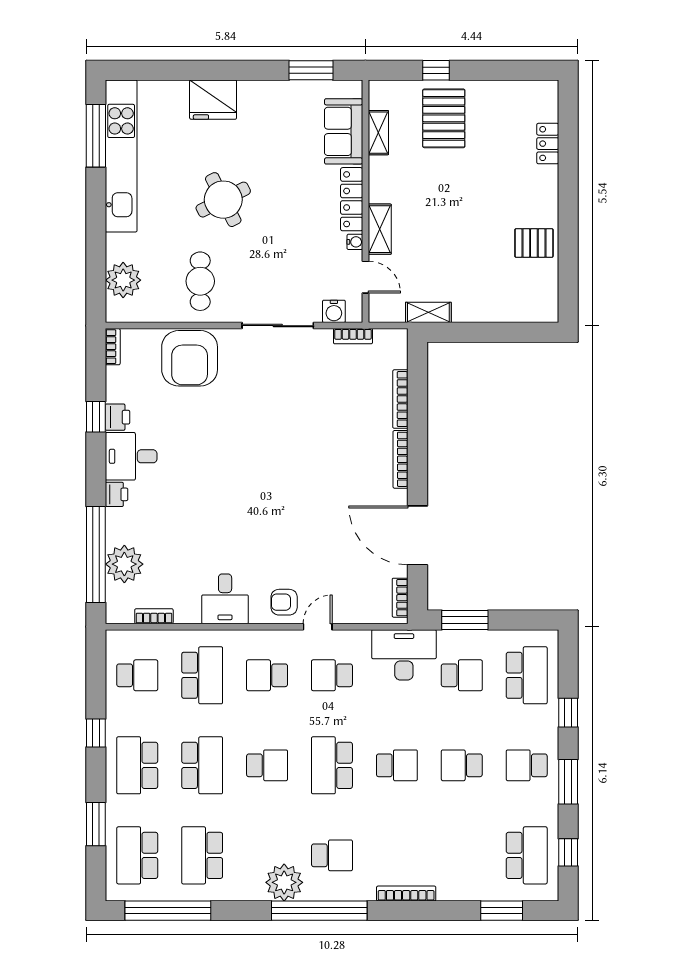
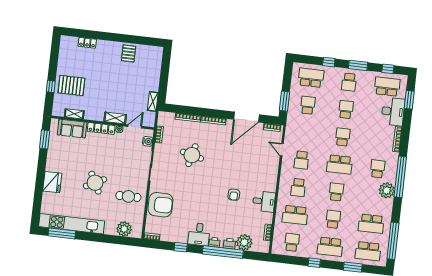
printer: (118, 417) -> (229, 244), moved
round table: (314, 418) -> (192, 155), added
window: (96, 554) -> (223, 252), moved
armchair: (284, 602) -> (234, 195), moved
door: (318, 627) -> (282, 150), moved
desk: (404, 655) -> (393, 112), moved, turned 180
school desk: (202, 675) -> (295, 215), turned 180
school desk: (202, 765) -> (333, 219), width x0.54
school desk: (462, 765) -> (346, 110), turned 180

